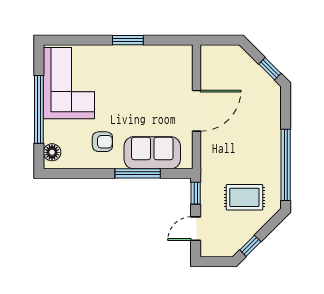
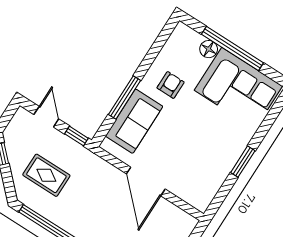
armchair: (102, 142) -> (171, 85), turned 180
floor lamp: (52, 152) -> (209, 49), moved
rug: (244, 197) -> (46, 175), turned 90

